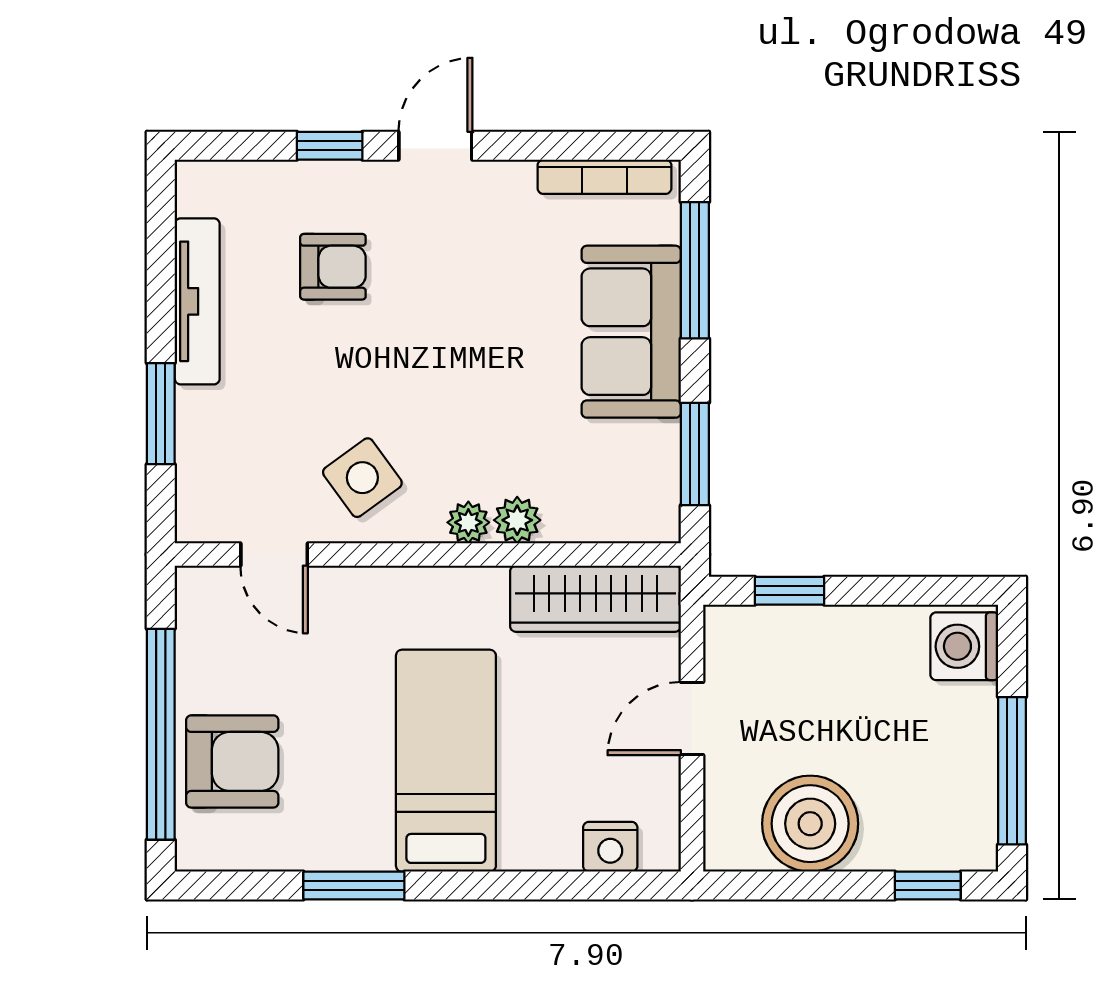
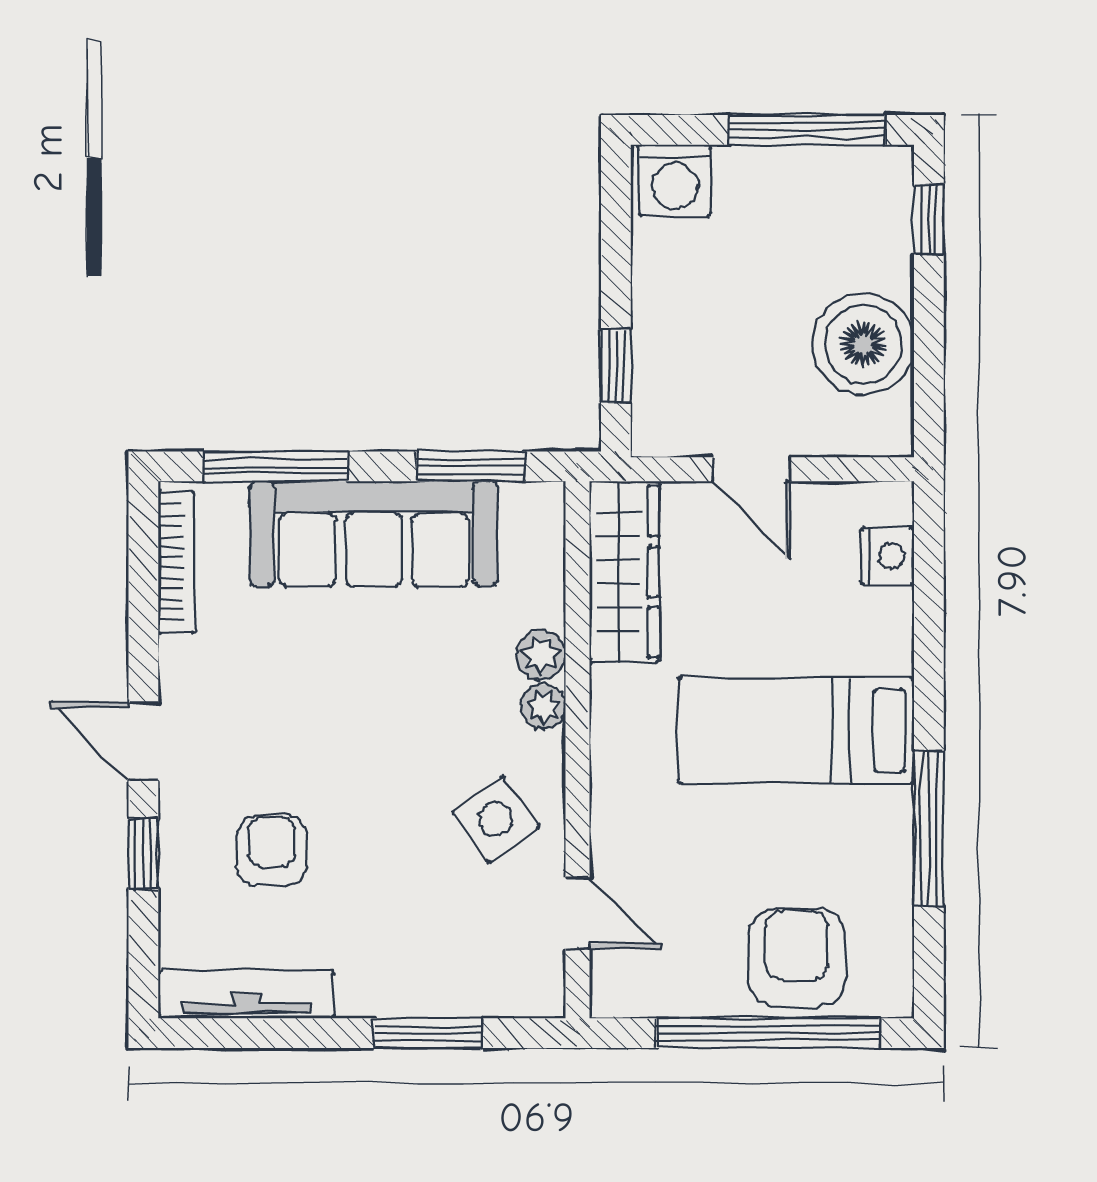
tv unit: (197, 301) -> (246, 995), moved
sofa: (631, 332) -> (374, 534), width x1.36
door: (274, 555) -> (577, 913), hinge flipped
window: (354, 886) -> (929, 828), width x1.44

